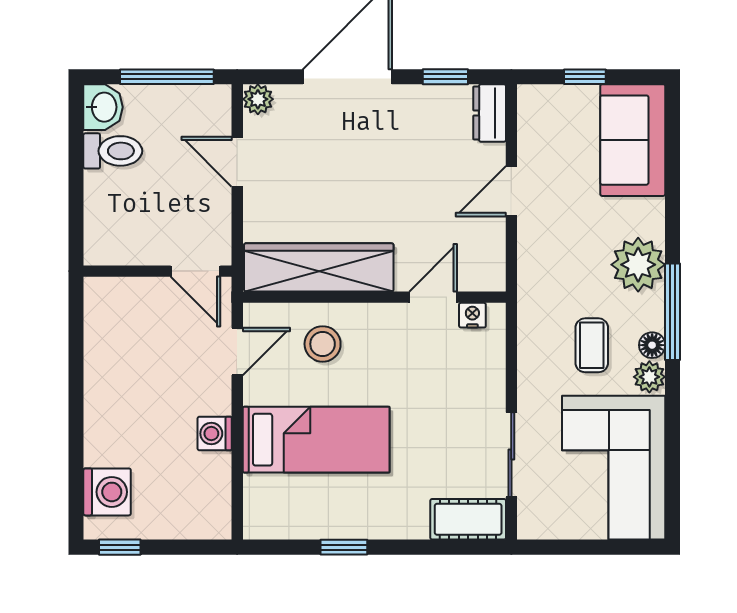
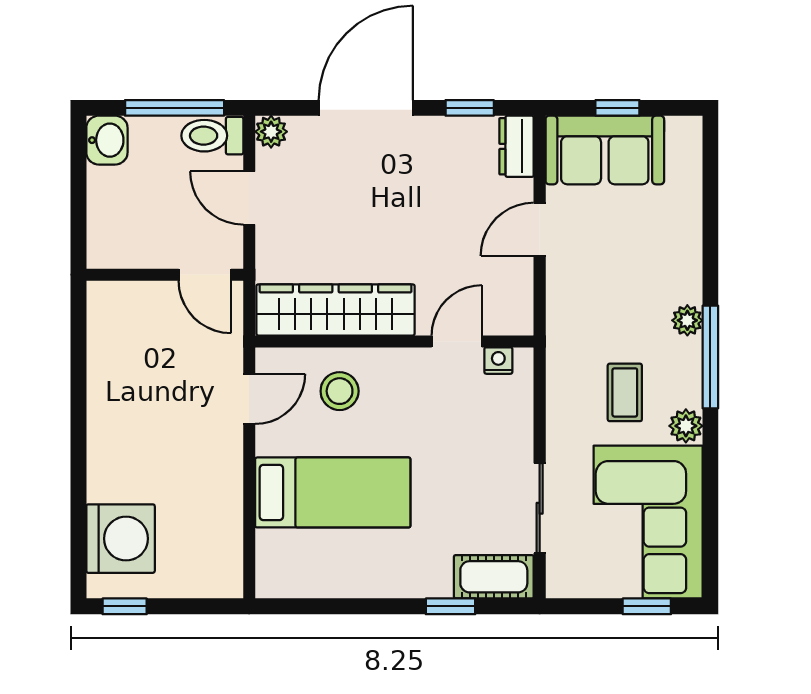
sofa: (633, 140) -> (605, 150), moved, turned -90
toilet: (113, 151) -> (212, 136), moved, turned 180
plant: (638, 265) -> (687, 320), width x0.53, depth x0.53
wall: (158, 271) -> (165, 275), moved
door: (195, 271) -> (205, 275), moved
floor lamp: (652, 345) -> (689, 392), removed
washing machine: (215, 433) -> (225, 486), removed
washing machine: (107, 492) -> (121, 539), width x1.37, depth x1.37
window: (344, 547) -> (451, 606), moved
window: (613, 547) -> (647, 606), added

